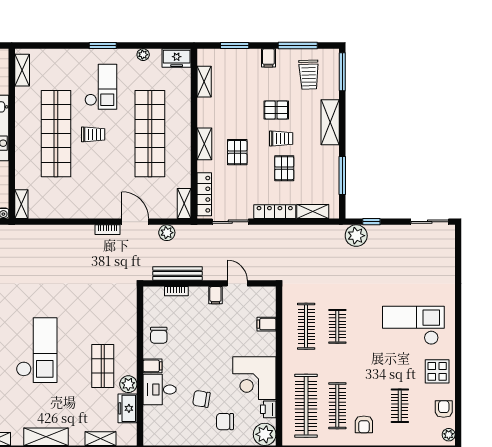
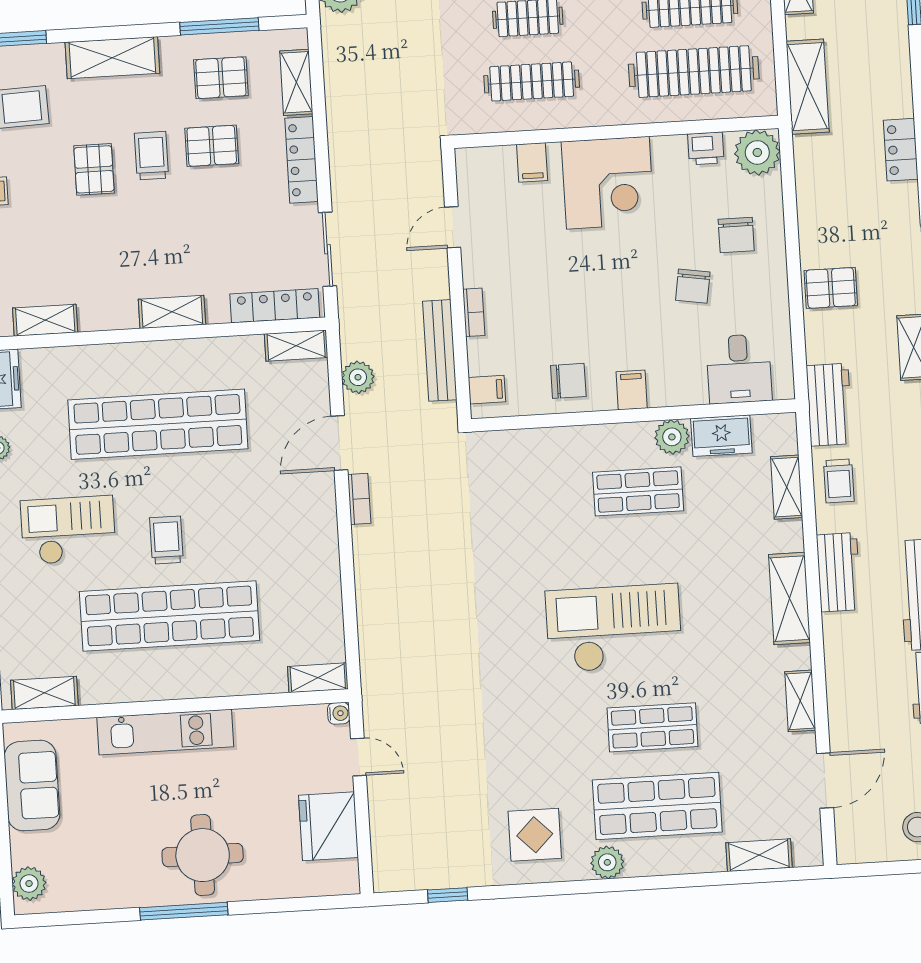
pallet: (237, 152) -> (221, 78), moved
bookcase: (176, 291) -> (474, 312), moved
filing cabinet: (215, 295) -> (487, 390), moved
corner desk: (254, 378) -> (608, 183), moved
desk: (160, 390) -> (739, 369), moved

